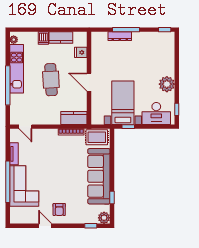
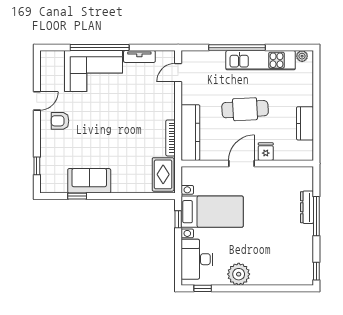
dishwasher: (43, 38) -> (304, 98), removed
fridge: (81, 52) -> (266, 152), moved
kitchen counter: (74, 118) -> (190, 133), width x1.50
sofa: (99, 176) -> (89, 181), width x0.54, depth x0.79
plant: (104, 218) -> (48, 185), removed

